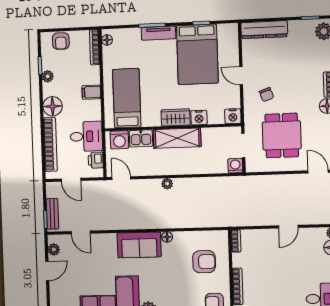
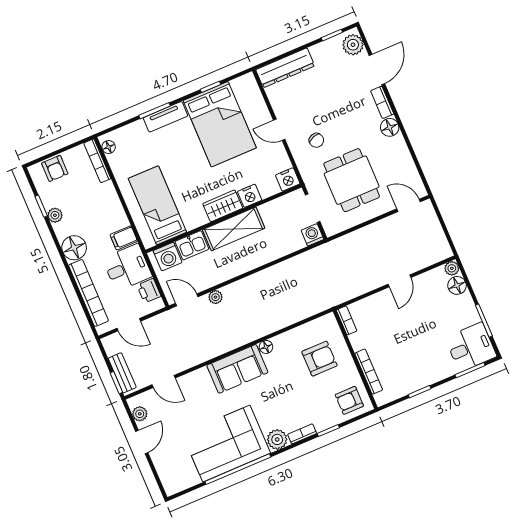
filing cabinet: (91, 92) -> (124, 238), moved
plant: (167, 184) -> (216, 297), moved

